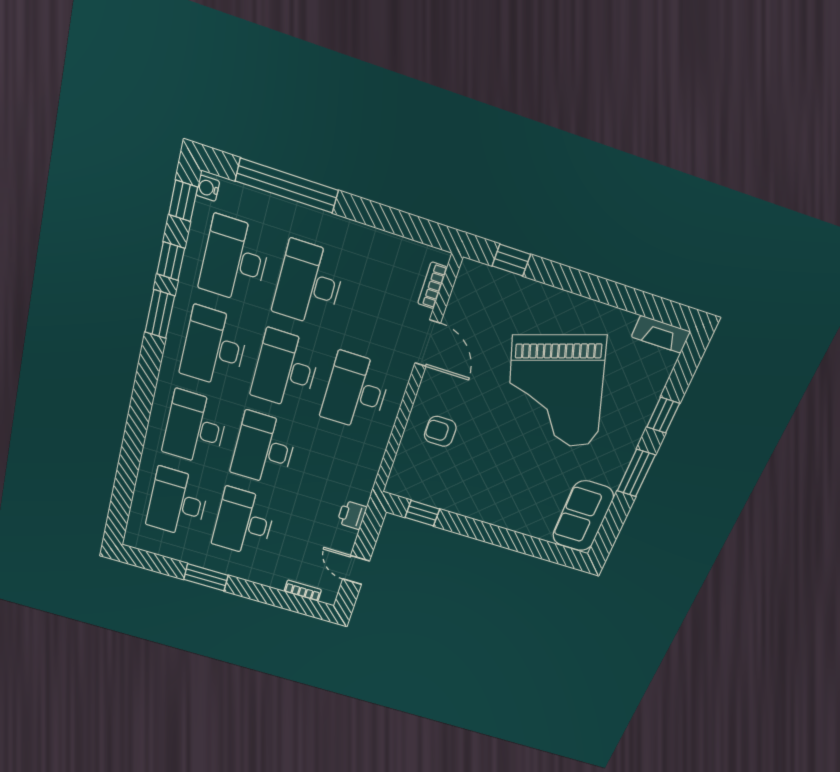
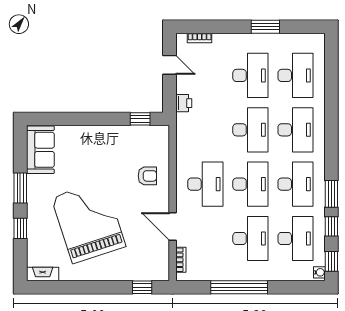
window: (287, 186) -> (239, 287), moved

